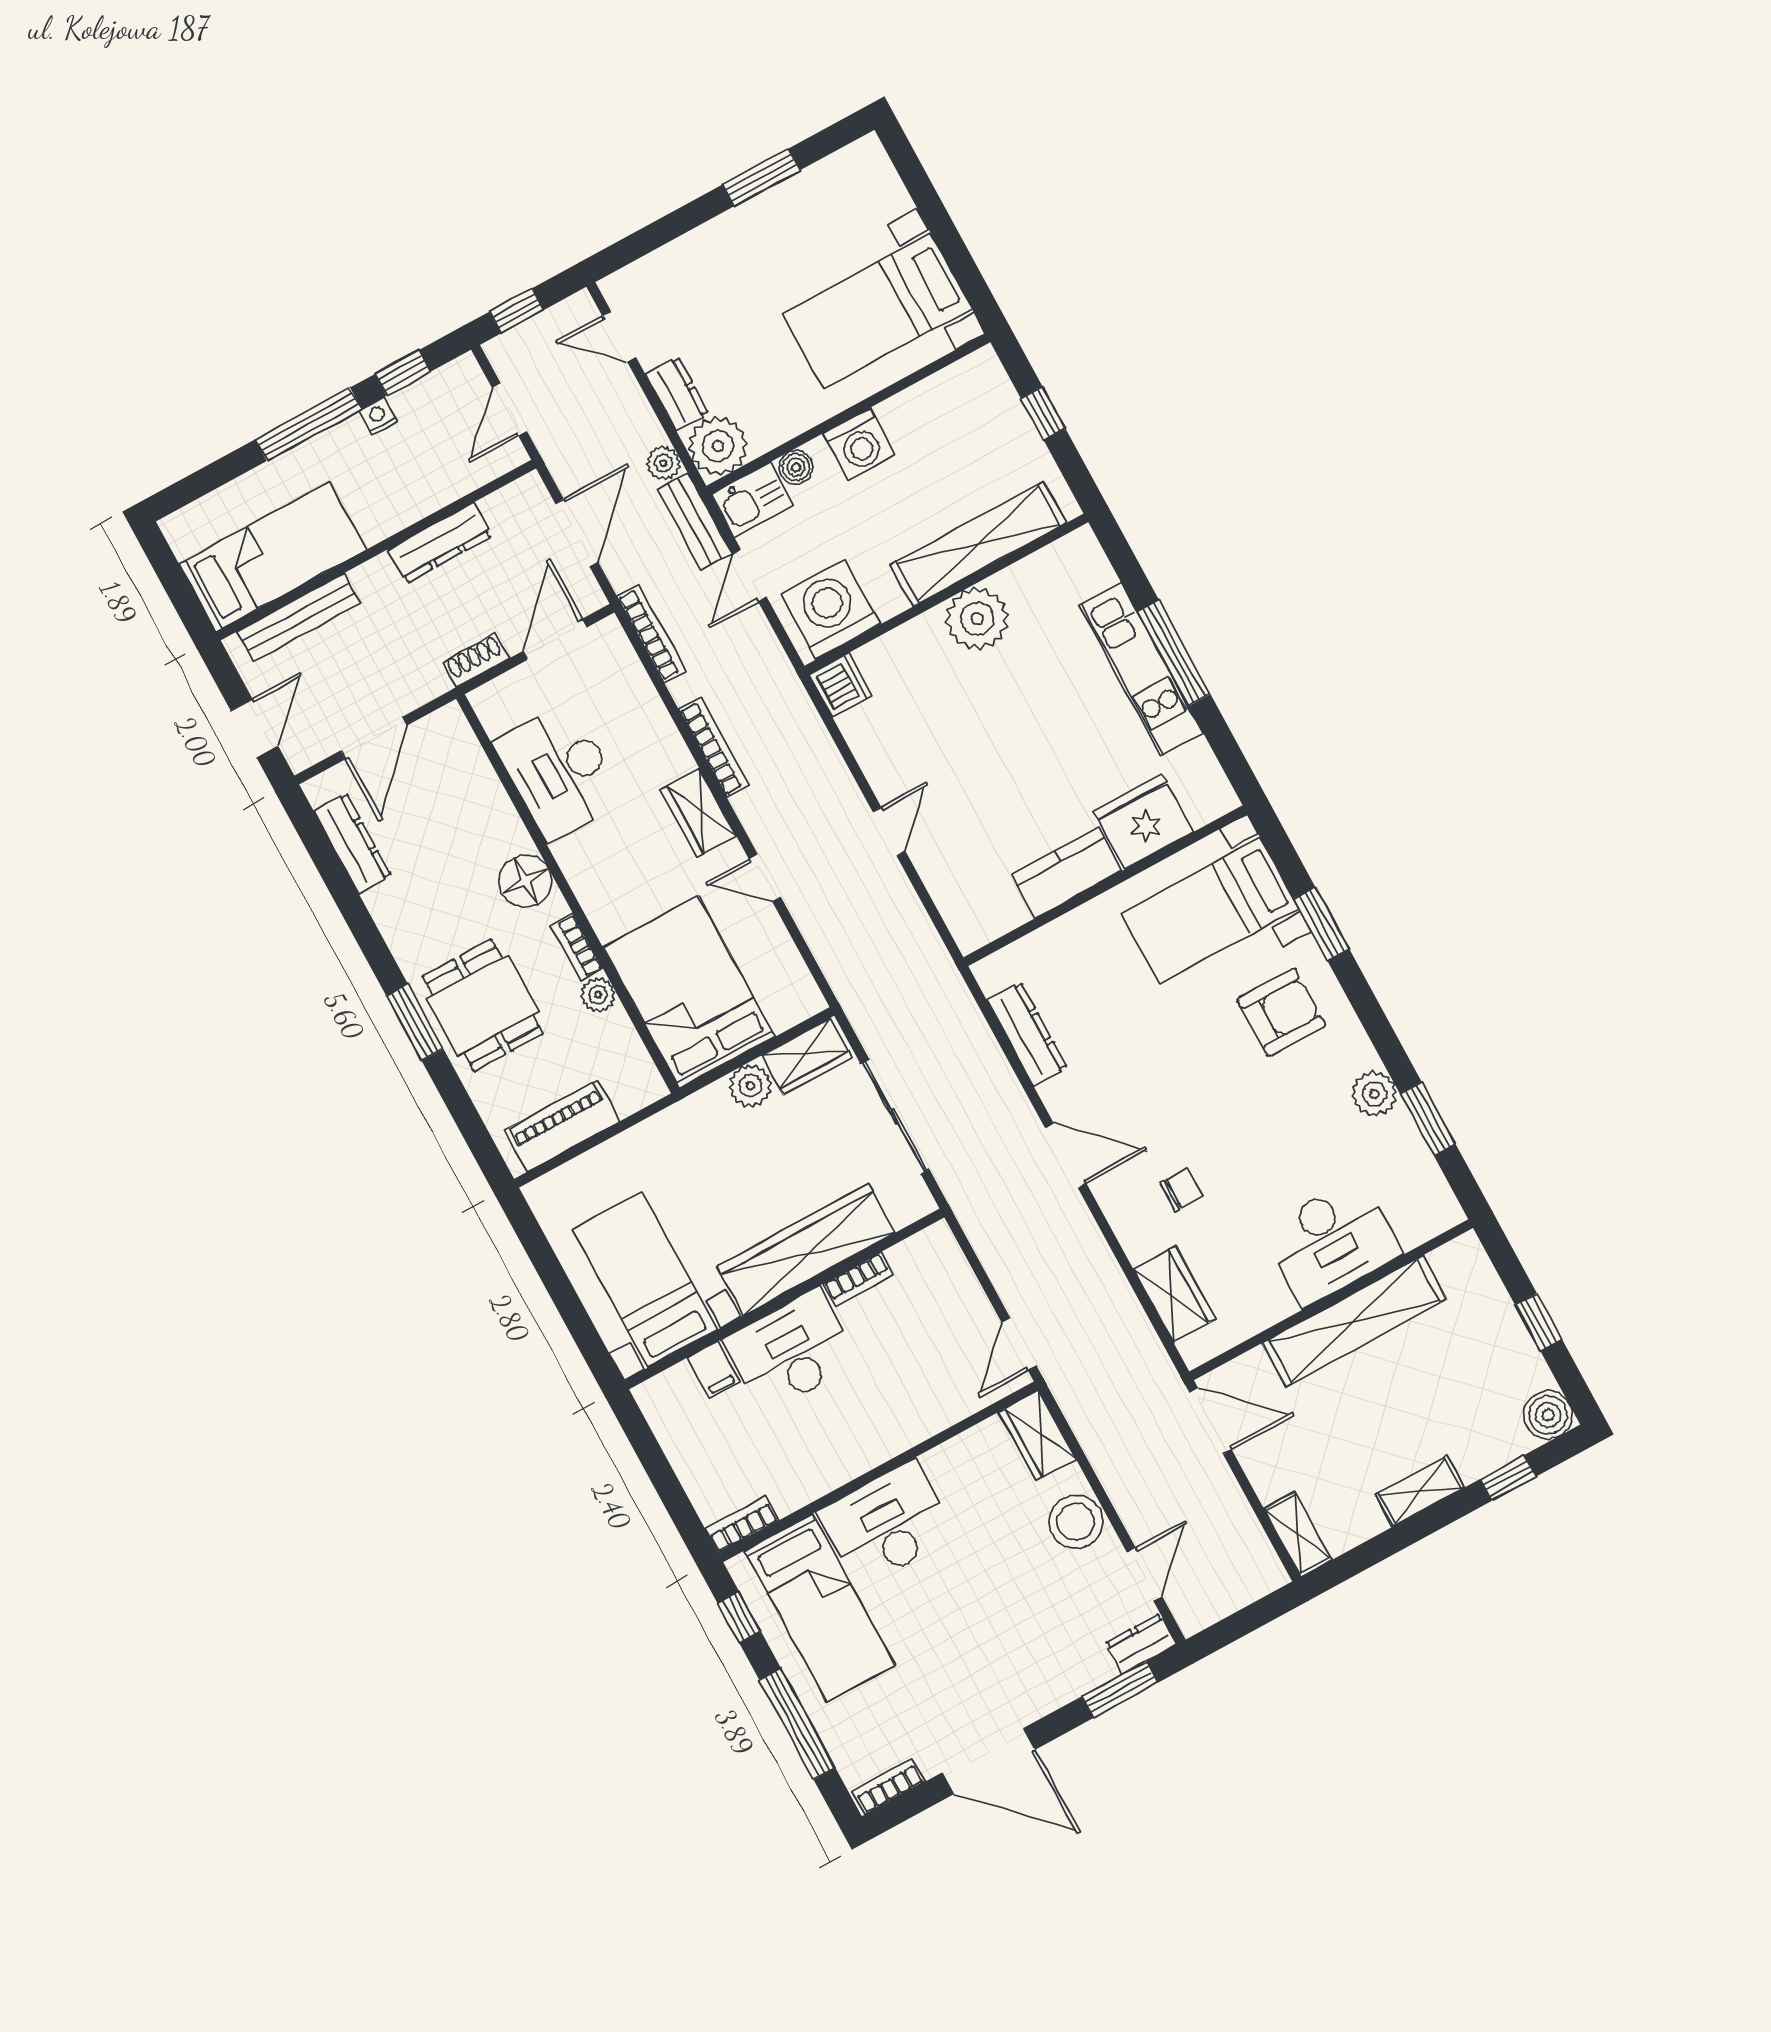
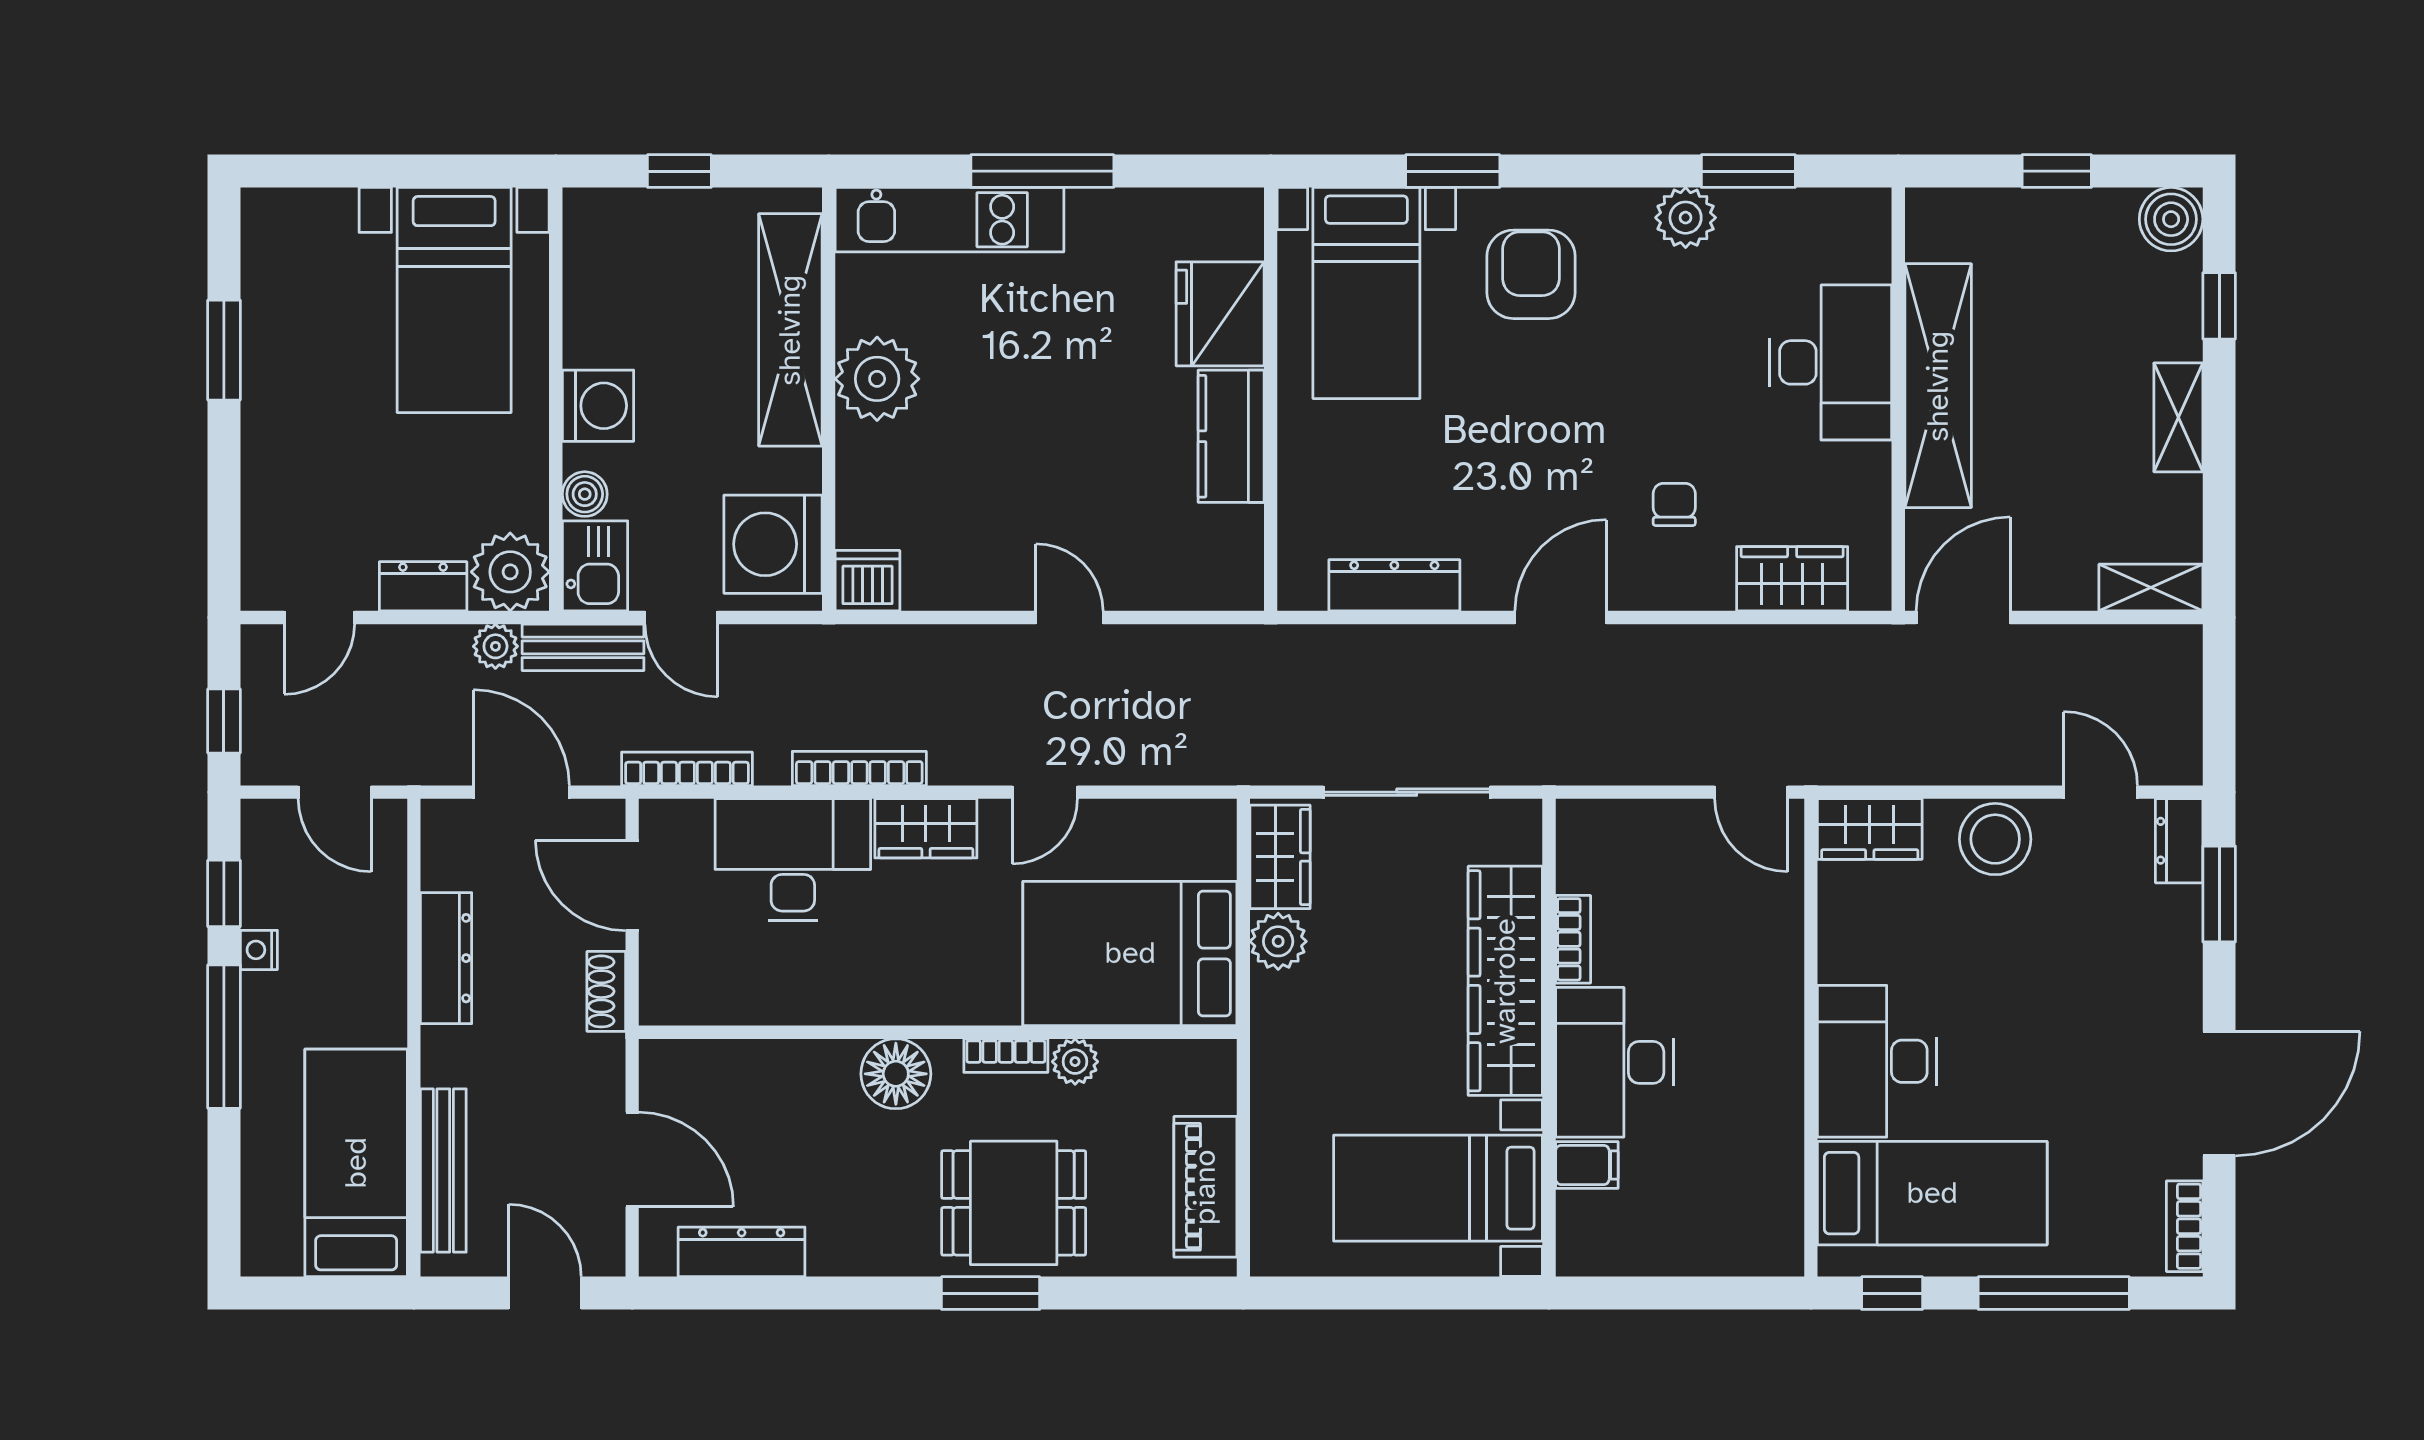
kitchen unit: (1141, 669) -> (950, 220), moved
desk: (559, 772) -> (793, 860), moved, turned 180
bookcase: (742, 1525) -> (1786, 1231), removed

